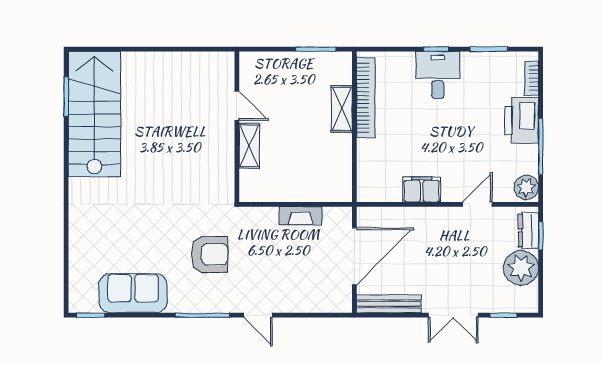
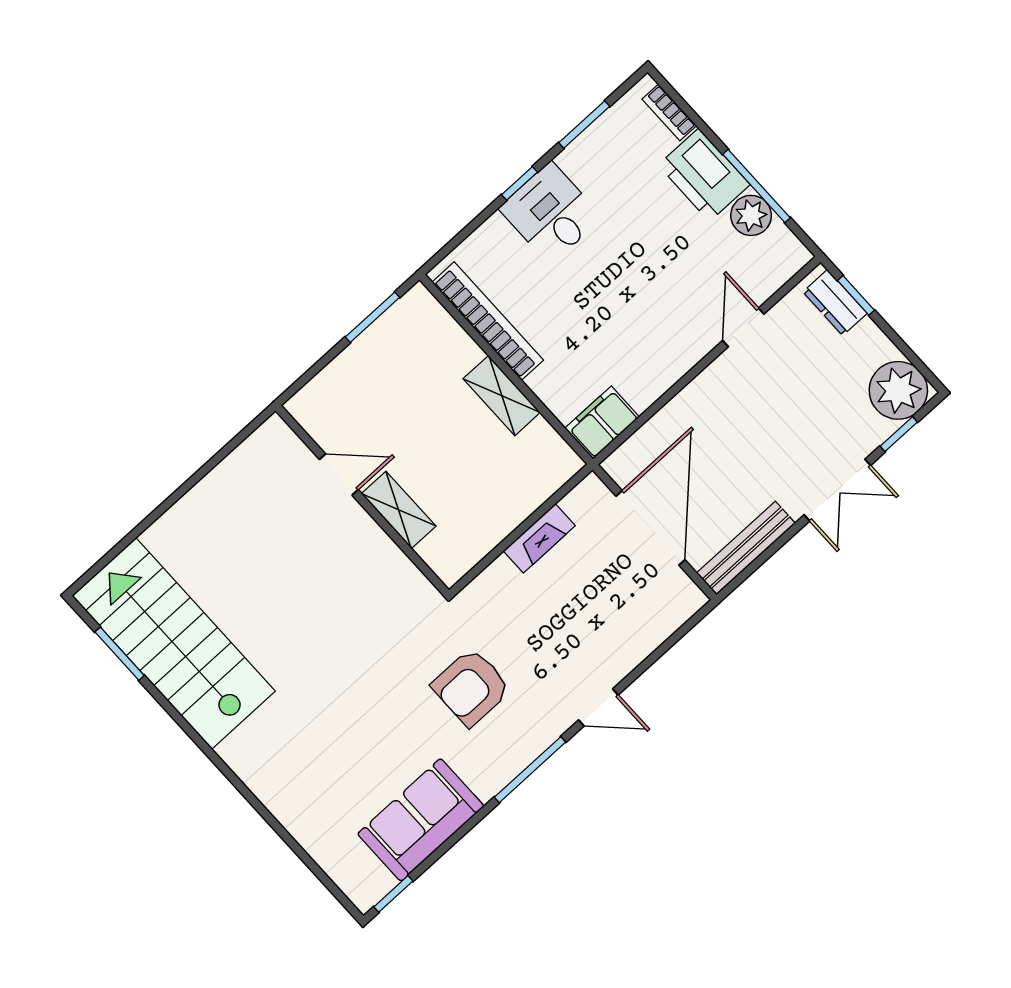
shelving: (342, 109) -> (502, 396), moved
plant: (526, 187) -> (751, 215), moved
filing cabinet: (422, 189) -> (602, 422), moved
armchair: (210, 254) -> (471, 687), turned 180
plant: (521, 268) -> (898, 390), moved

